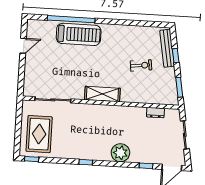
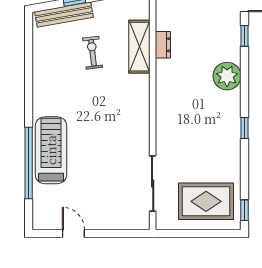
shelving: (102, 94) -> (139, 47), moved
dresser: (155, 113) -> (163, 45), moved

